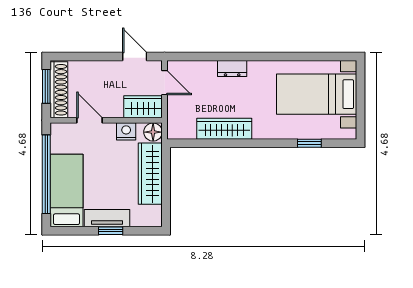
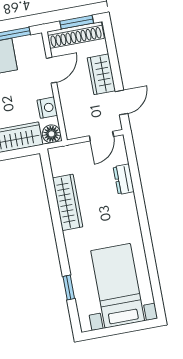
dresser: (232, 68) -> (124, 179), moved
wardrobe: (143, 107) -> (101, 74), moved, turned 180

